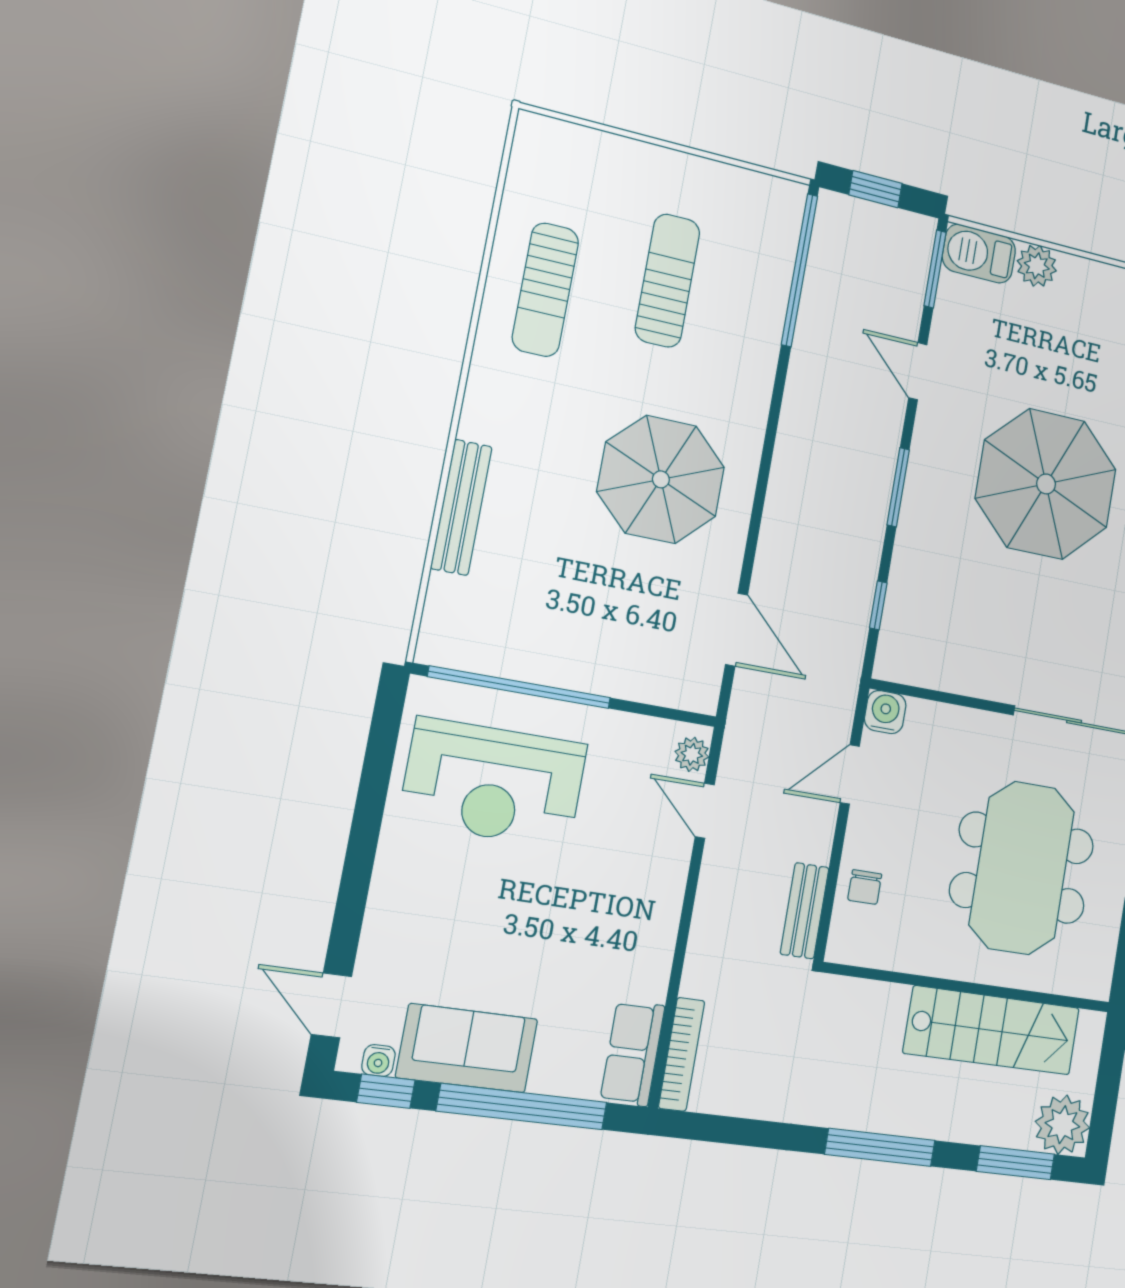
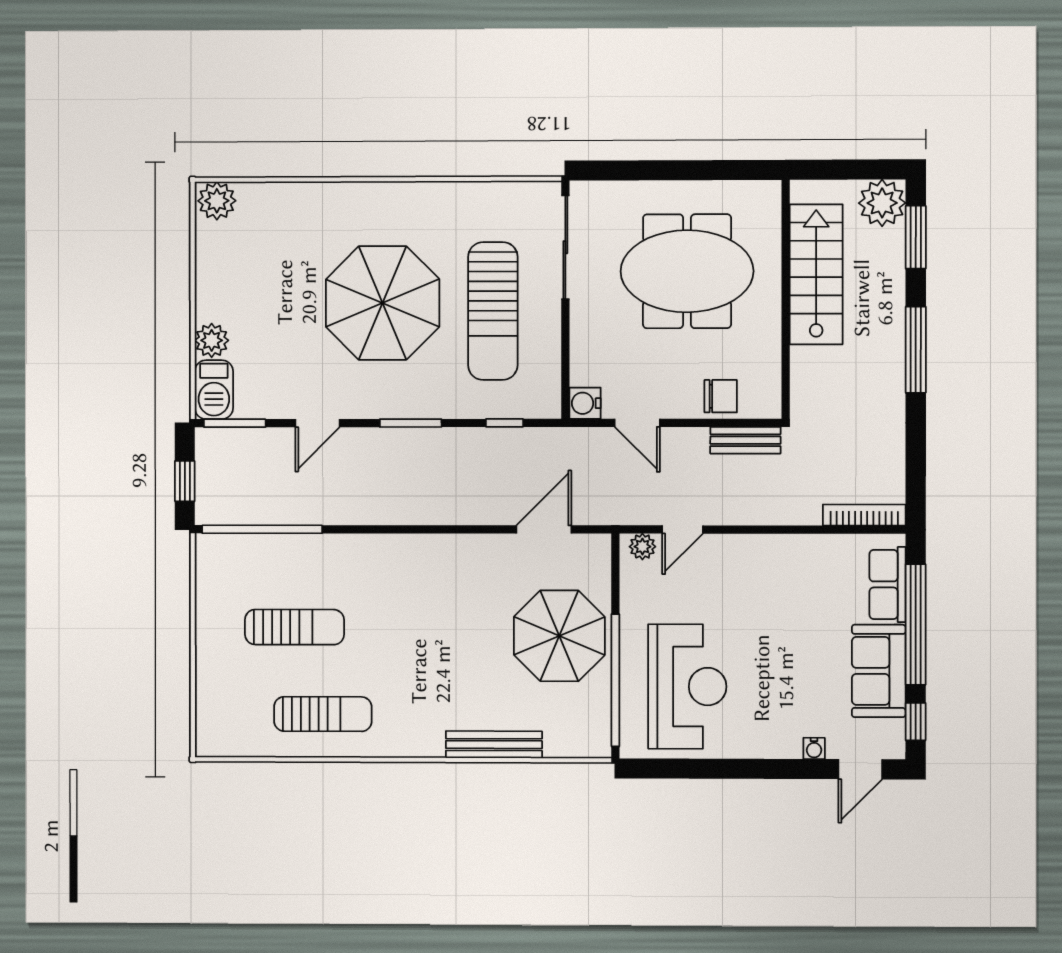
sun lounger: (667, 281) -> (294, 627), turned 180
parasol: (661, 479) -> (559, 636), moved
sun lounger: (1015, 618) -> (493, 311), added
chair: (865, 887) -> (721, 396), width x1.37, depth x1.37
row of seats: (632, 1053) -> (888, 584), moved, turned 90
water cooler: (378, 1061) -> (814, 748), moved, turned 90

